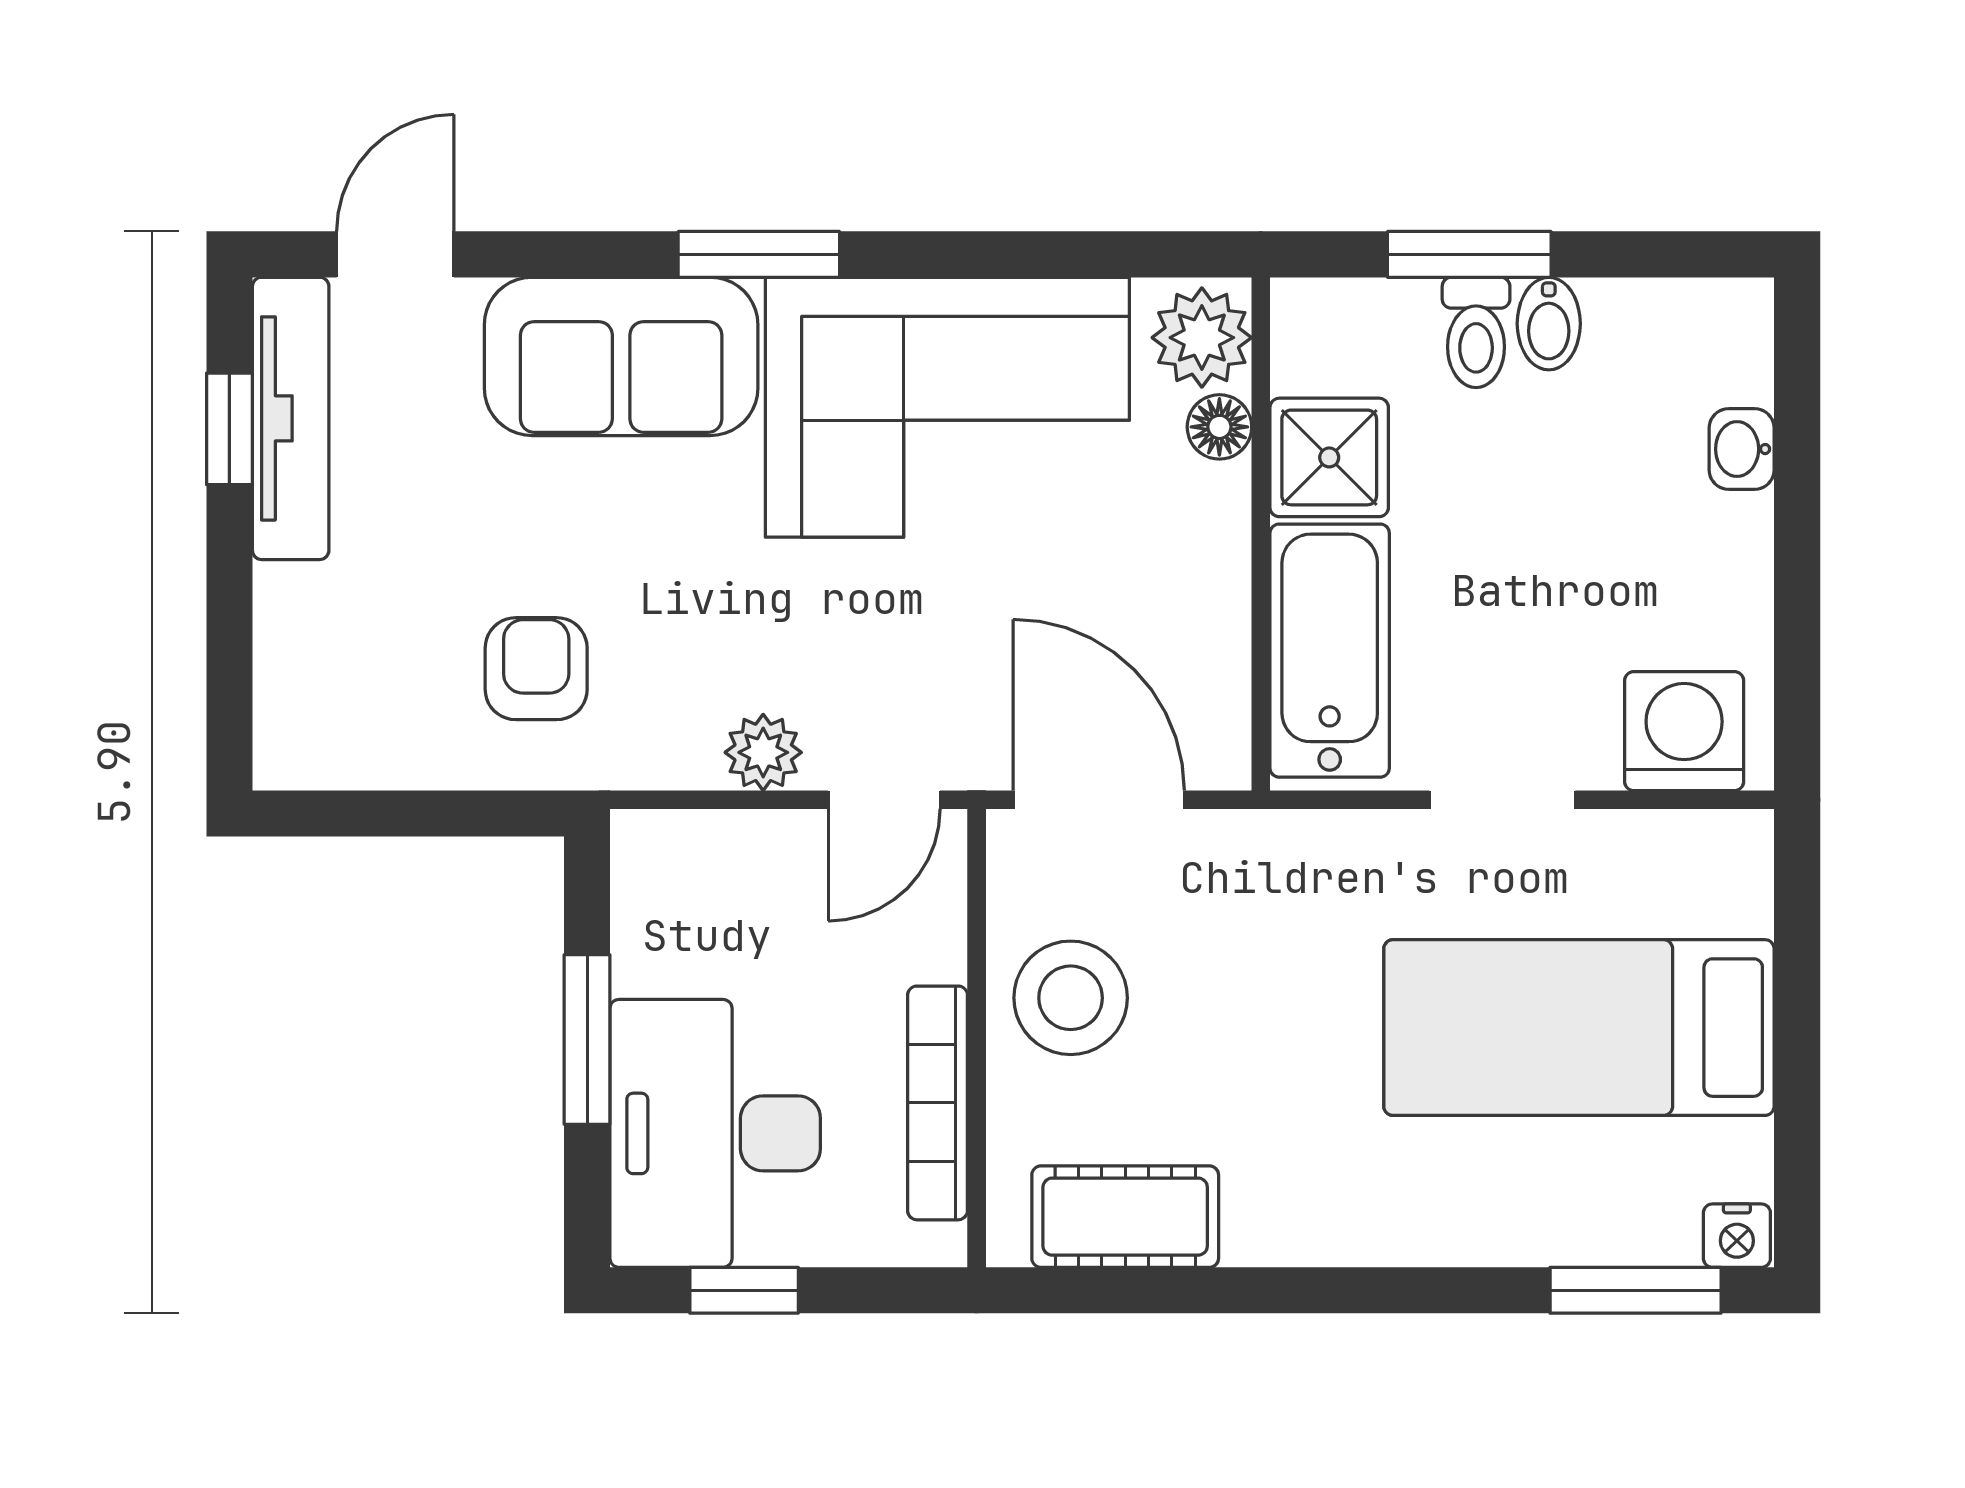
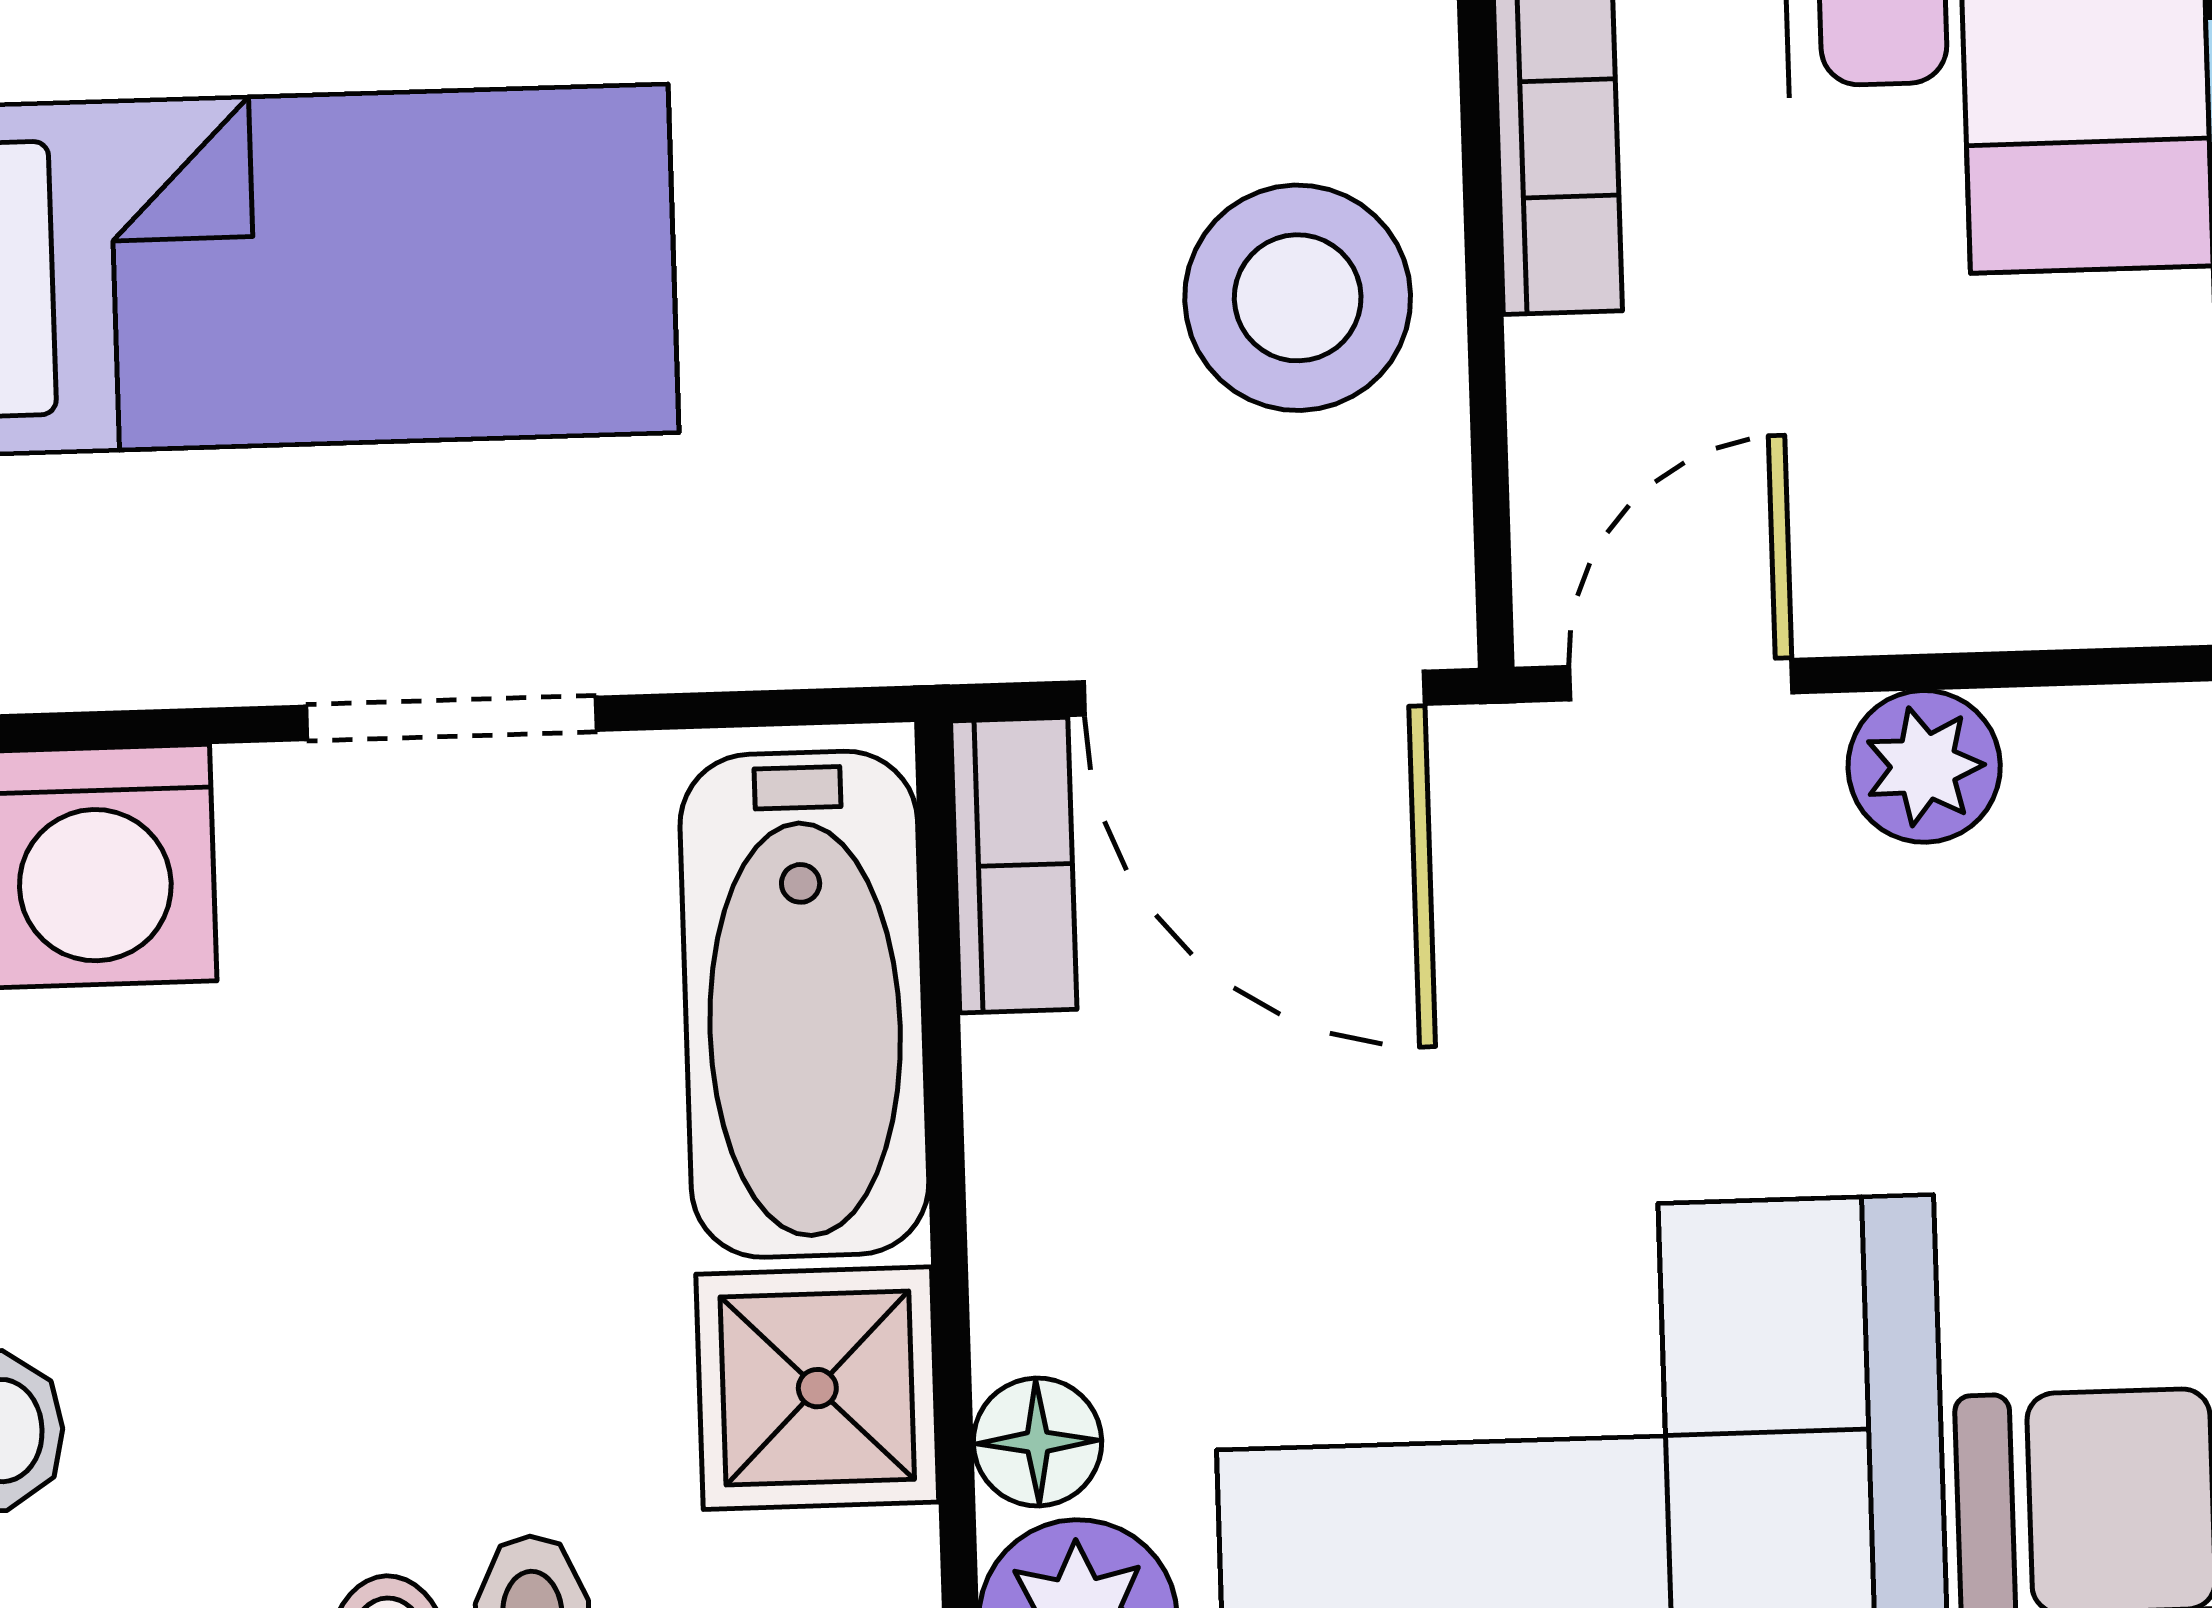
bookcase: (1222, 717) -> (1014, 865), added

